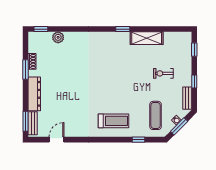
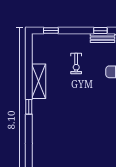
window: (194, 82) -> (100, 31), moved

